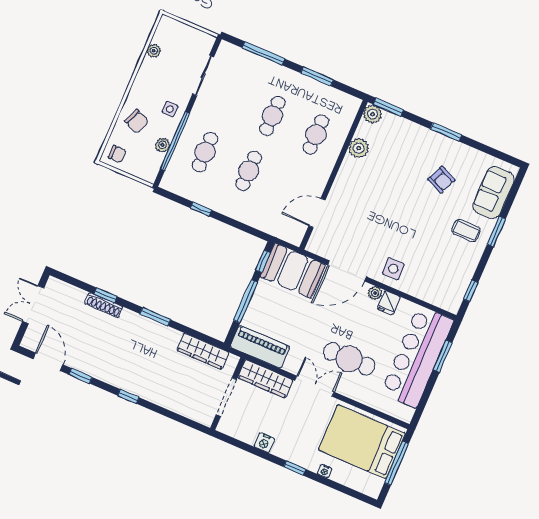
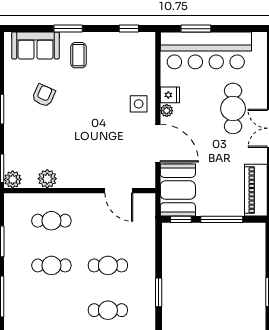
window: (201, 209) -> (159, 292), width x1.50

